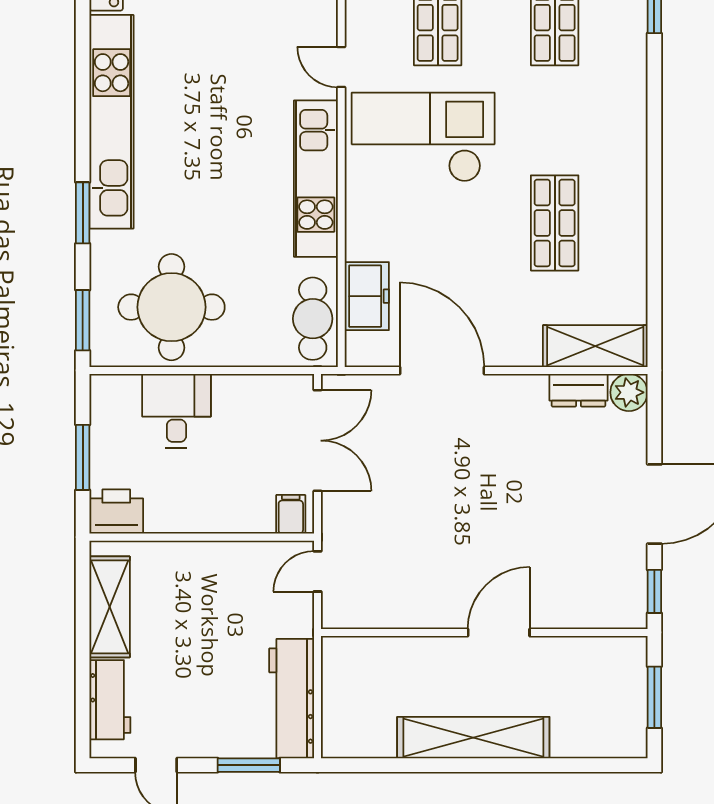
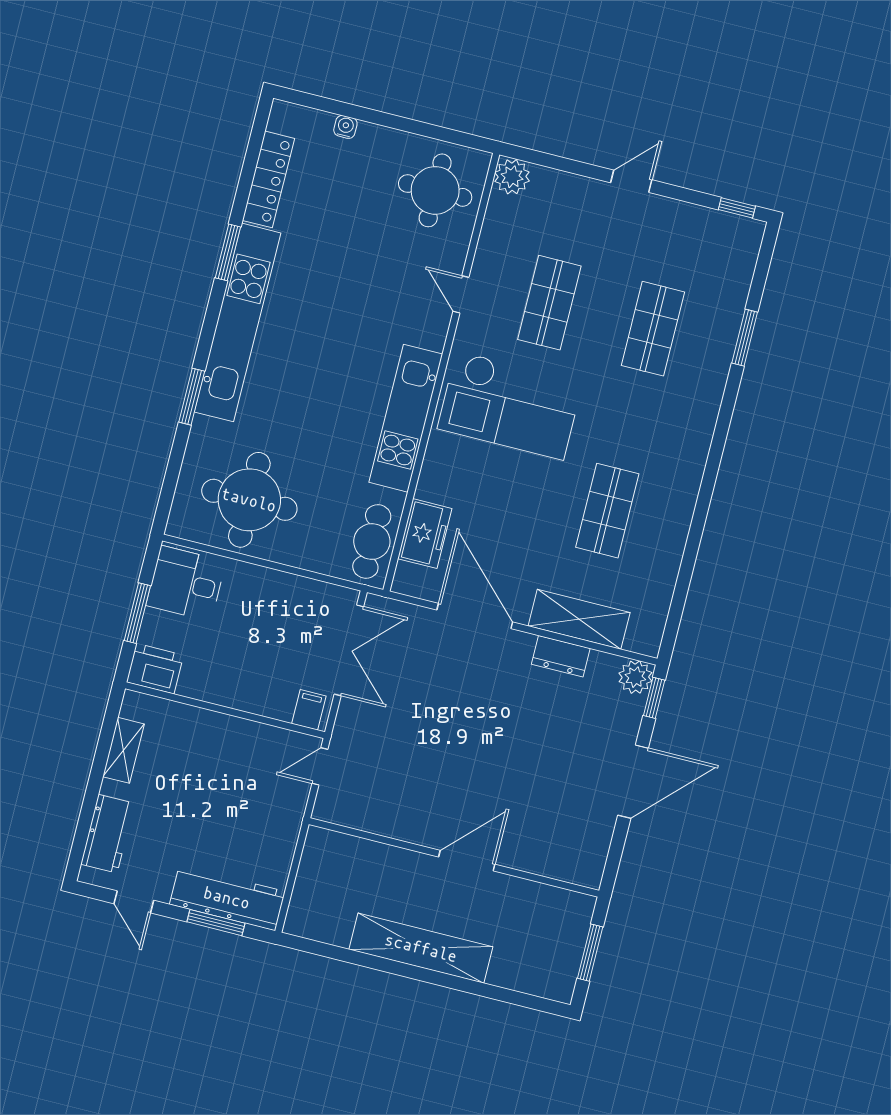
door: (341, 67) -> (461, 294), moved
checkout: (423, 137) -> (510, 405), turned 180
window: (83, 320) -> (228, 252), moved
shelving: (595, 346) -> (579, 619), moved
dresser: (578, 390) -> (561, 656), moved
desk: (176, 411) -> (186, 583), moved, turned -90
window: (654, 591) -> (654, 698), moved
shelving: (110, 607) -> (124, 750), width x0.67, depth x0.75
workbench: (292, 699) -> (227, 898), moved, turned 90

